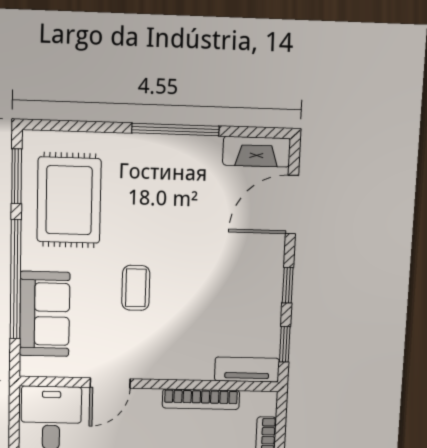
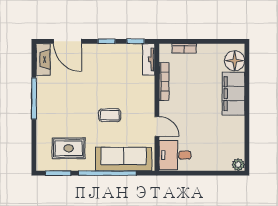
rug: (69, 200) -> (69, 148), width x0.73, depth x0.70
sofa: (45, 314) -> (124, 159), width x1.36

